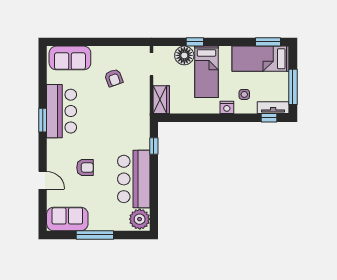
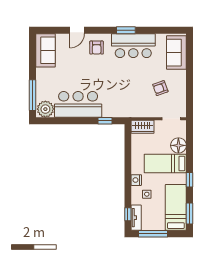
window: (195, 42) -> (190, 180), moved
armchair: (85, 168) -> (97, 48), moved
window: (95, 235) -> (33, 95), moved

